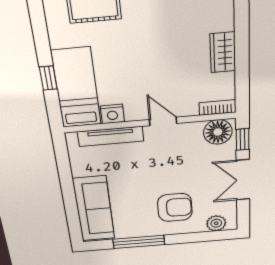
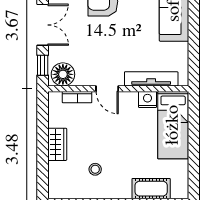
stool: (172, 26) -> (95, 169), added
window: (48, 78) -> (194, 136), removed
bookcase: (218, 107) -> (77, 97), moved

